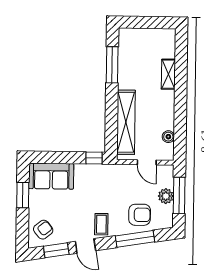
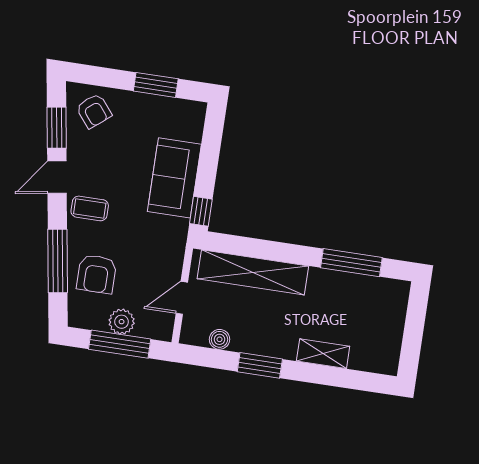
window: (180, 111) -> (260, 365), added
sofa: (51, 176) -> (174, 178), moved

